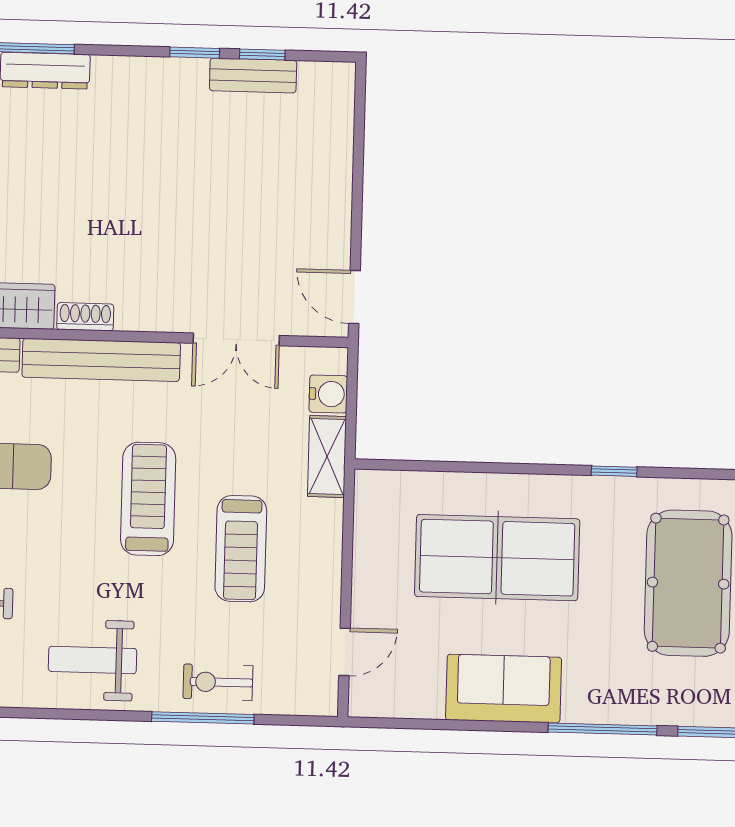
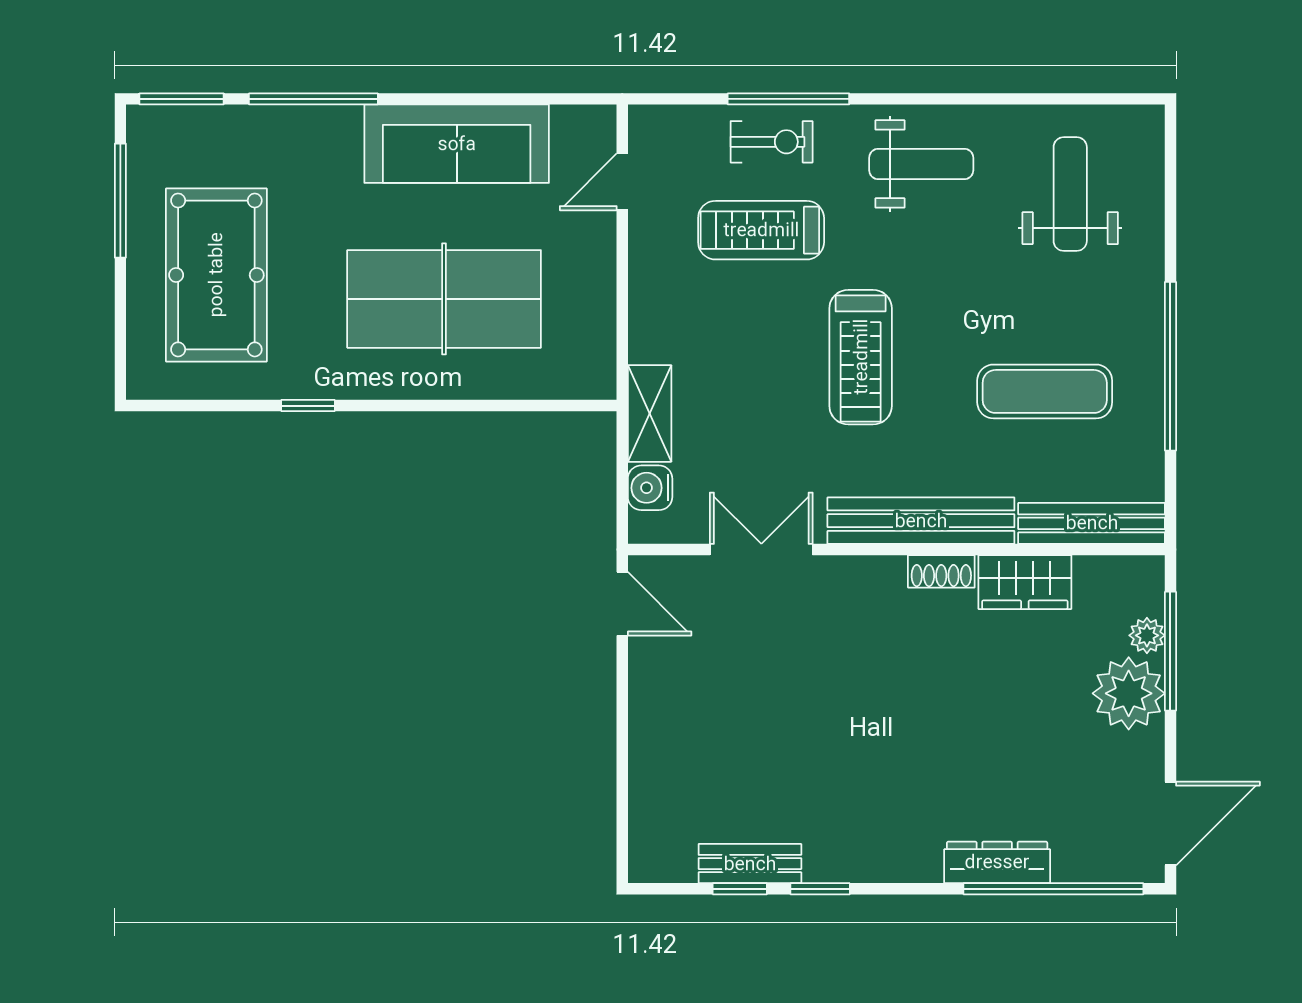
treadmill: (241, 549) -> (761, 230), moved, turned -90
sofa: (504, 689) -> (457, 144), width x1.36

